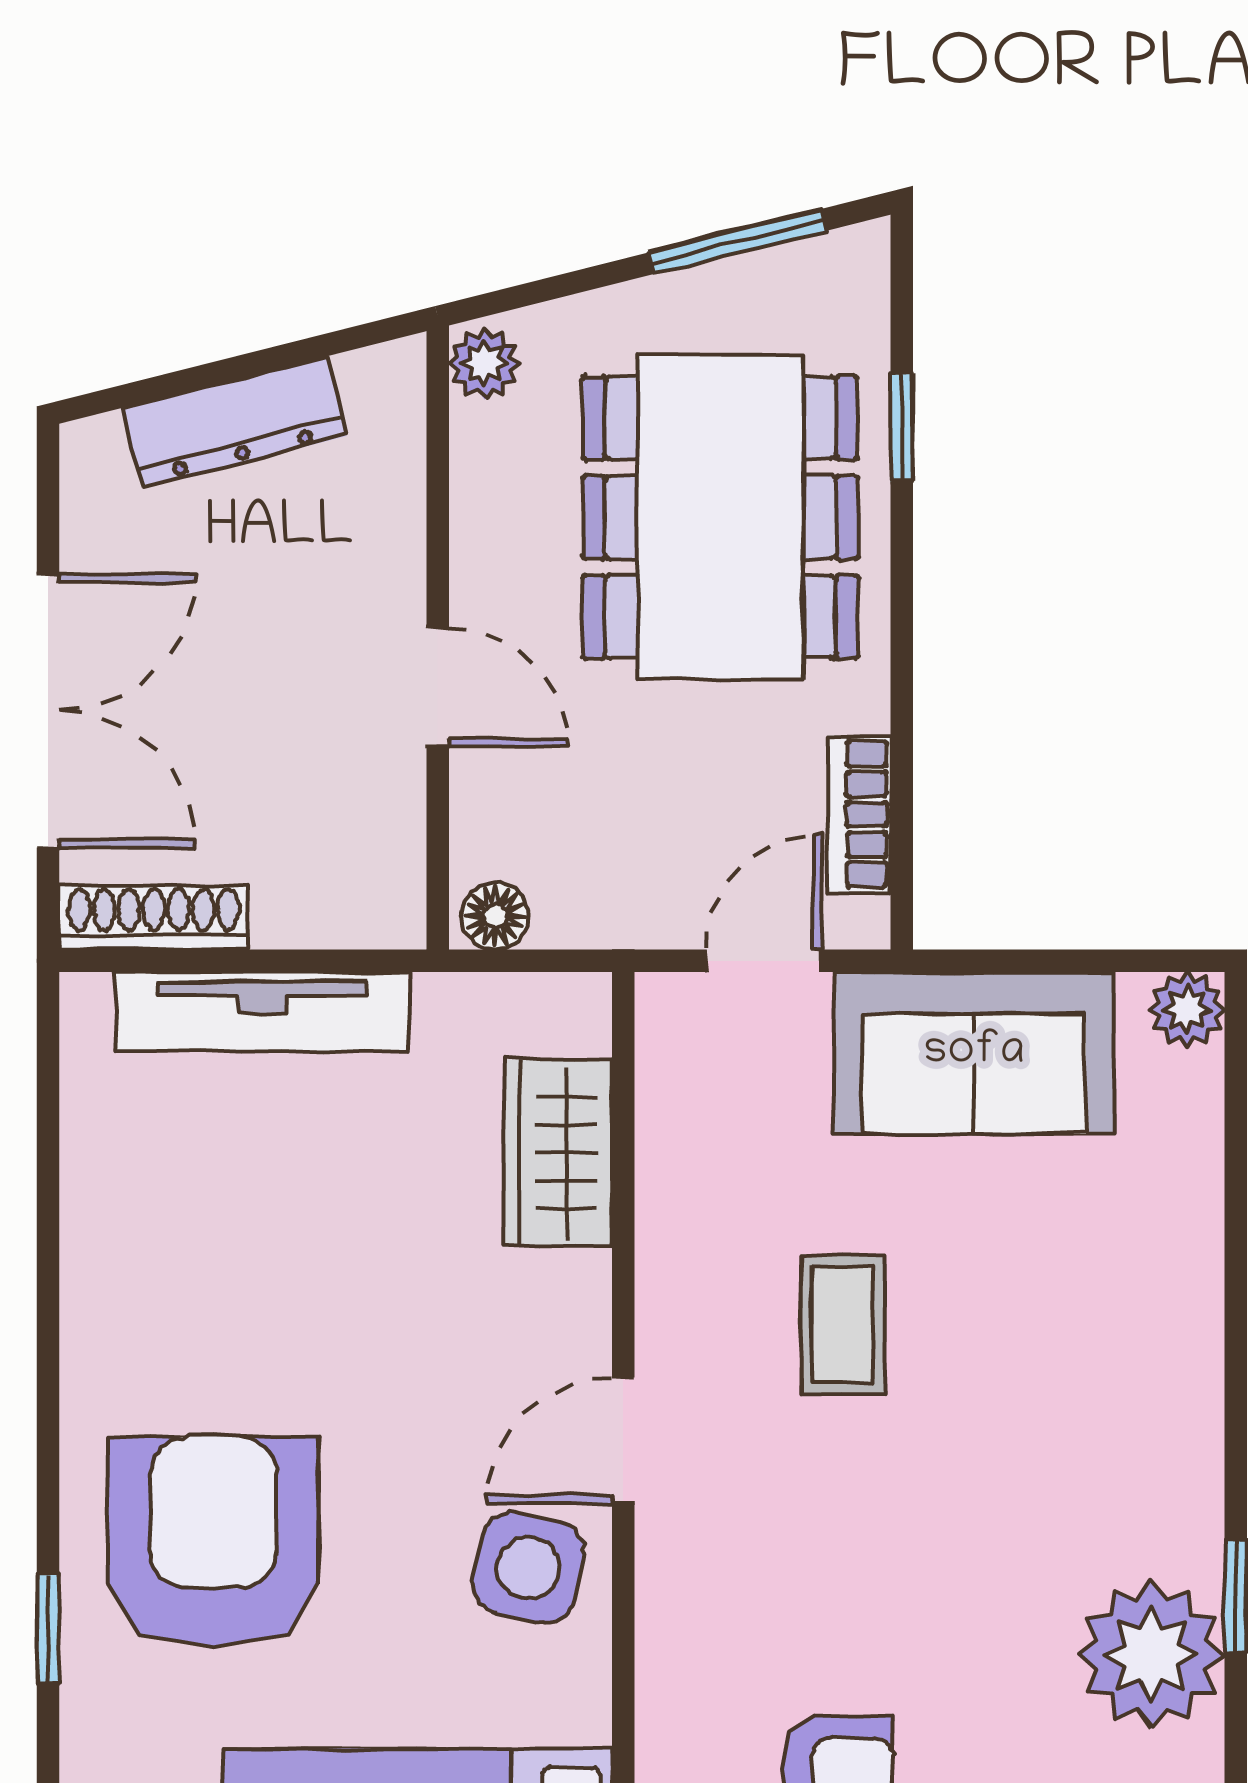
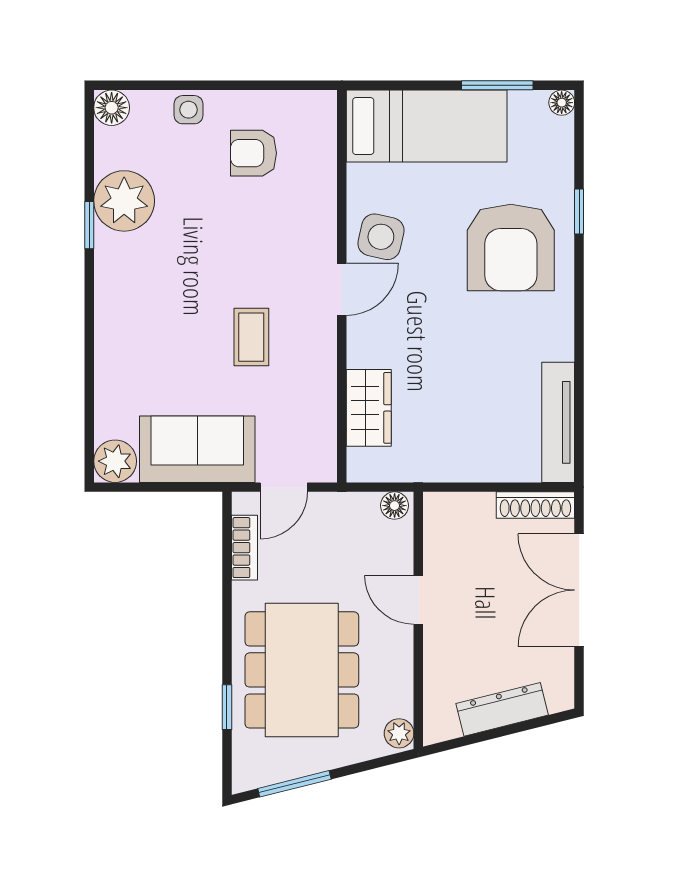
plant: (1187, 1009) -> (115, 461), width x1.38, depth x1.38
tv unit: (262, 1011) -> (558, 422), moved, turned -90

